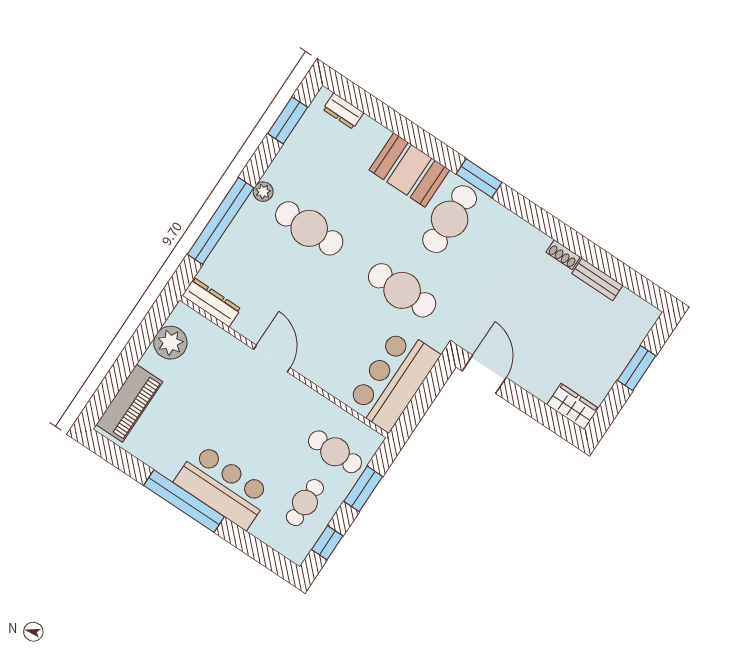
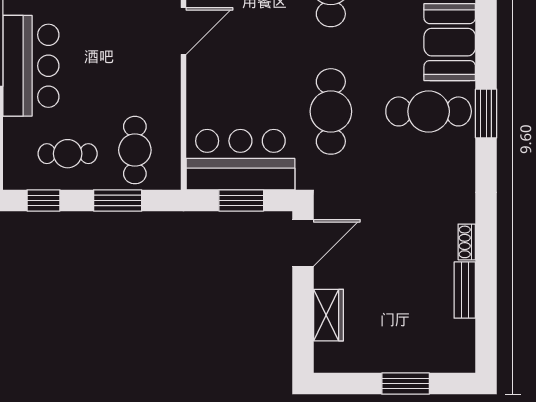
window: (423, 399) -> (241, 200), added
wardrobe: (573, 407) -> (329, 315), moved

